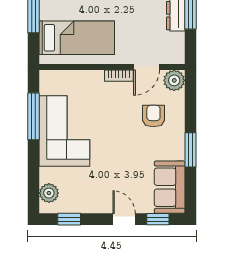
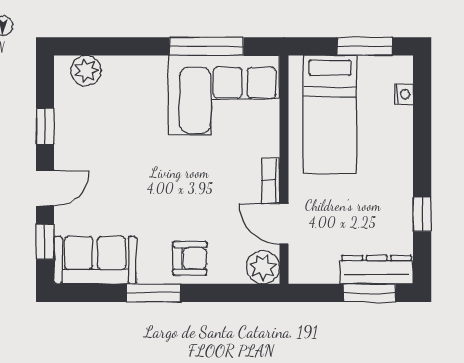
armchair: (153, 116) -> (190, 258), moved
corner sofa: (64, 131) -> (224, 95), moved
window: (69, 219) -> (45, 126), moved

